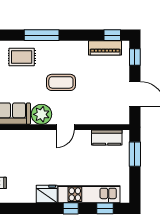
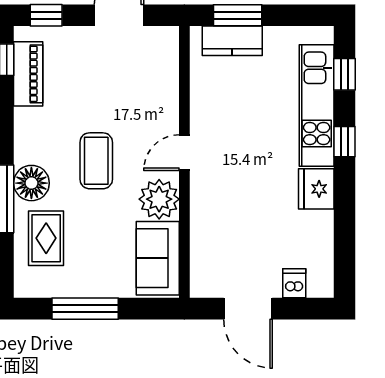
floor lamp: (50, 50) -> (31, 183), added
door: (65, 127) -> (184, 153), swing flipped
kitchen counter: (107, 137) -> (232, 41), moved, turned 90

